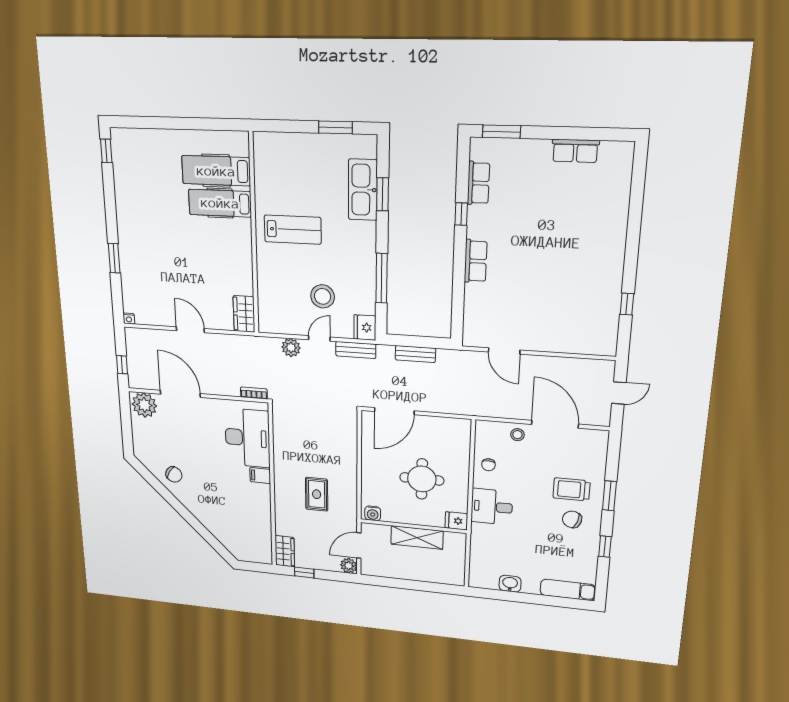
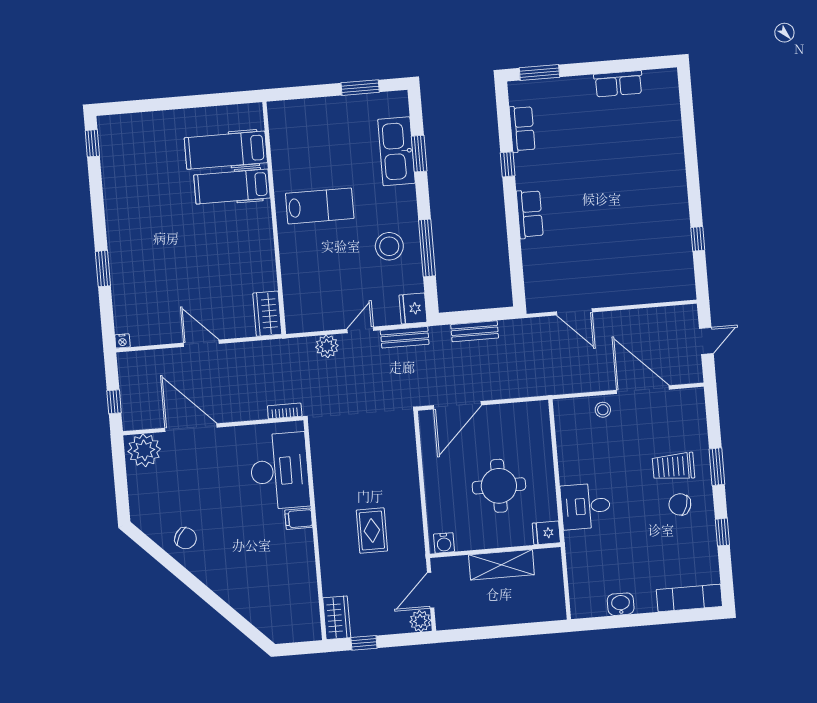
stool: (323, 296) -> (389, 246), moved
chair: (488, 465) -> (575, 453), removed

